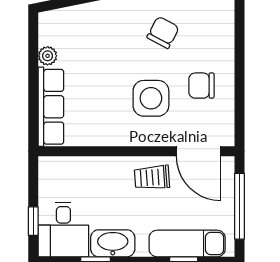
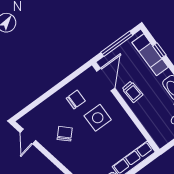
chair: (163, 32) -> (65, 134), turned 105
chair: (201, 86) -> (76, 100), turned -90

